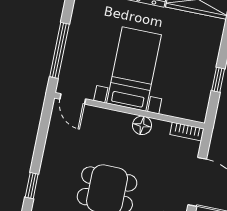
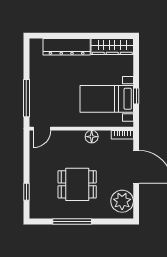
bed with nightstands: (134, 69) -> (107, 99), moved, turned -90
door: (73, 99) -> (42, 129), hinge flipped

